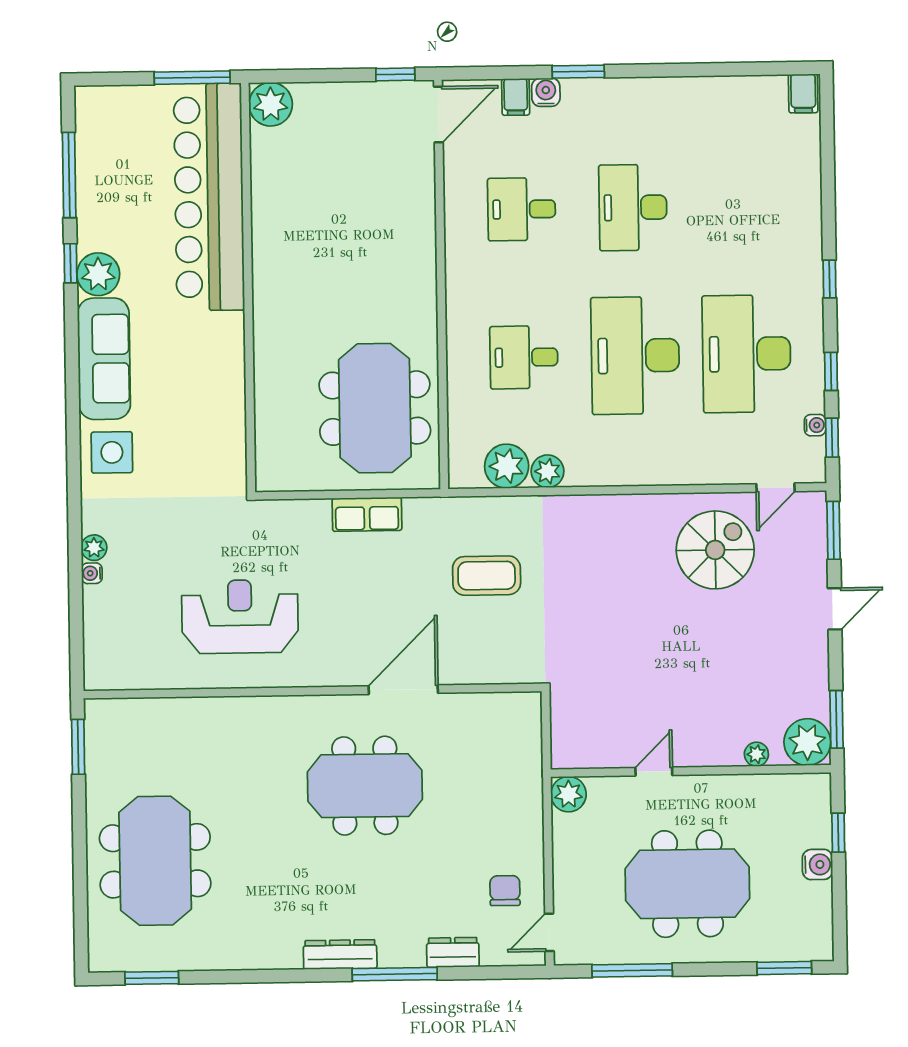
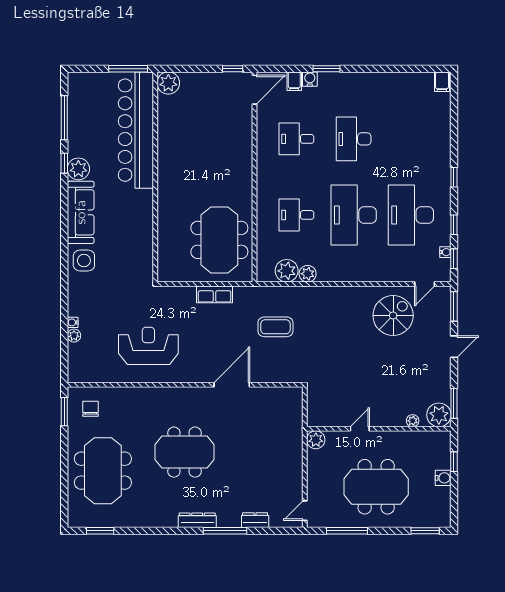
plant: (94, 548) -> (74, 336), moved
meeting table: (365, 786) -> (185, 452), moved
chair: (505, 891) -> (91, 409), moved

